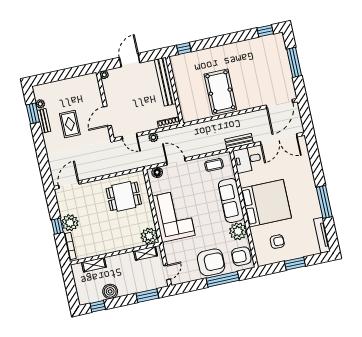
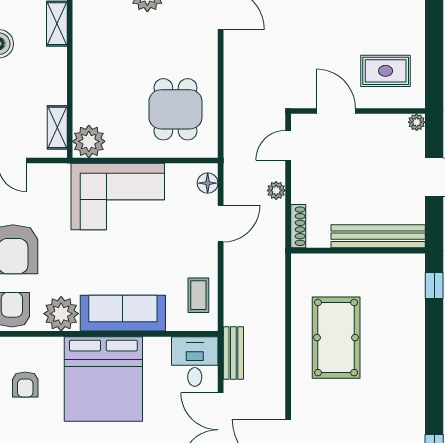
pool table: (220, 92) -> (336, 338), turned 90
rug: (70, 124) -> (386, 71), moved

